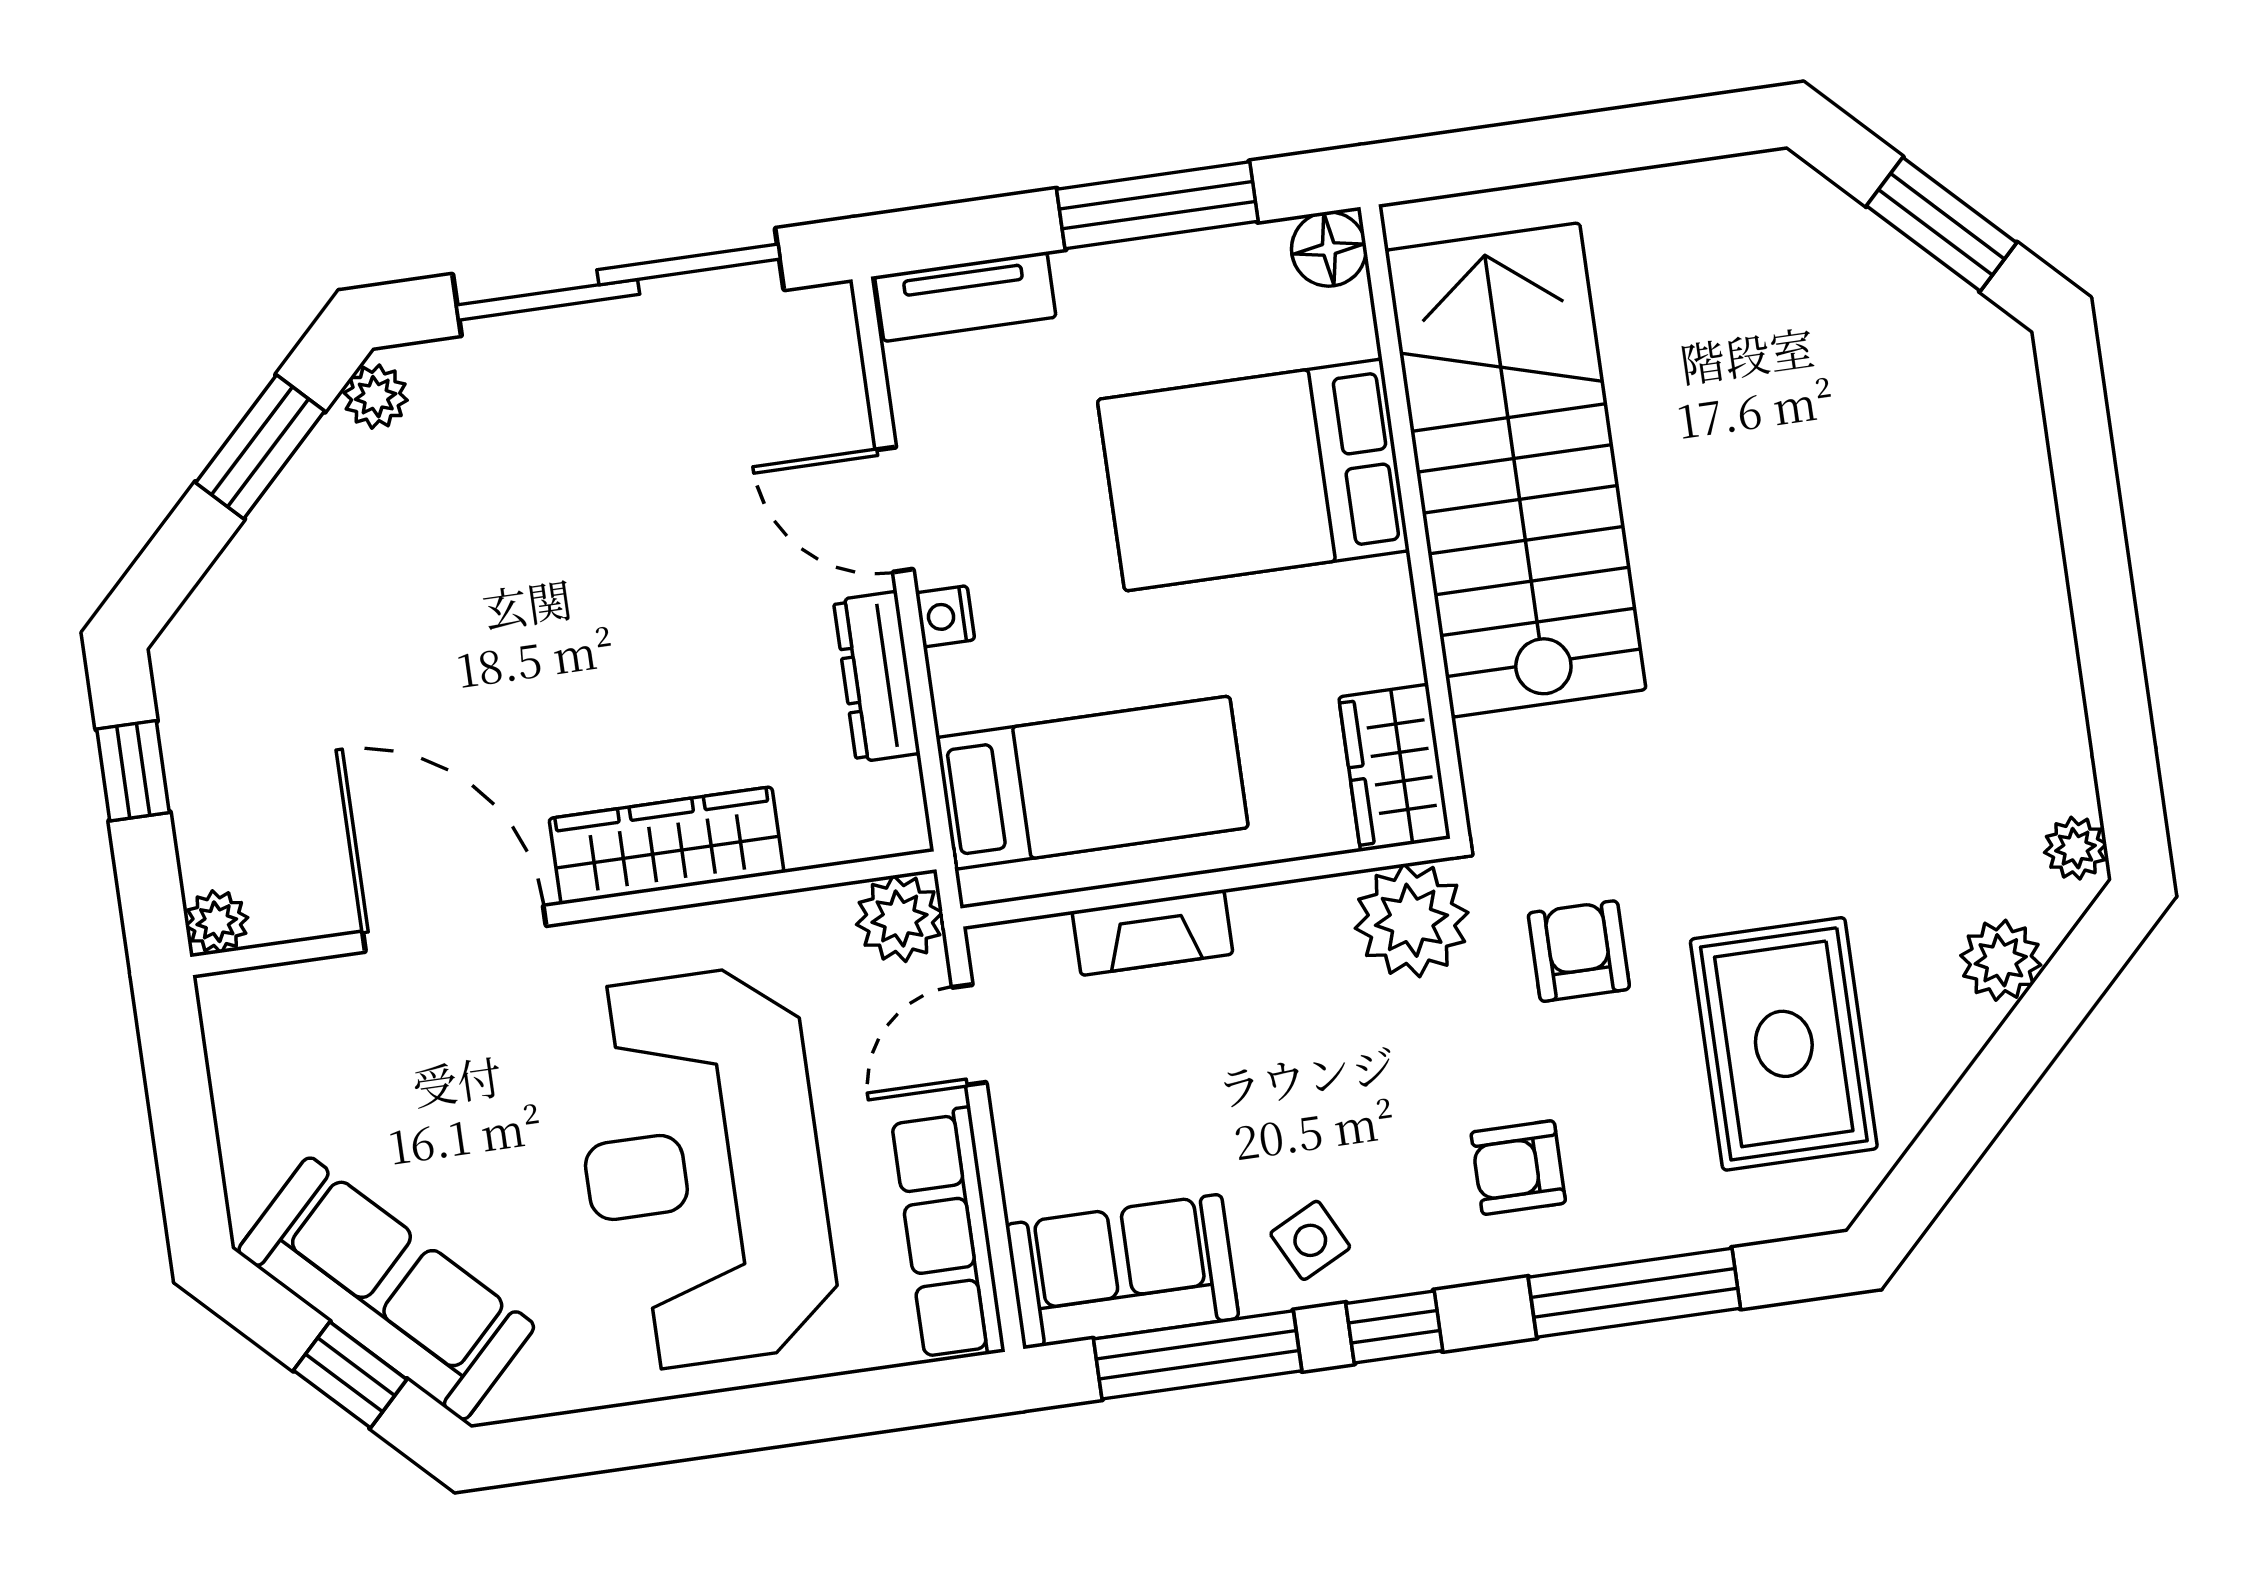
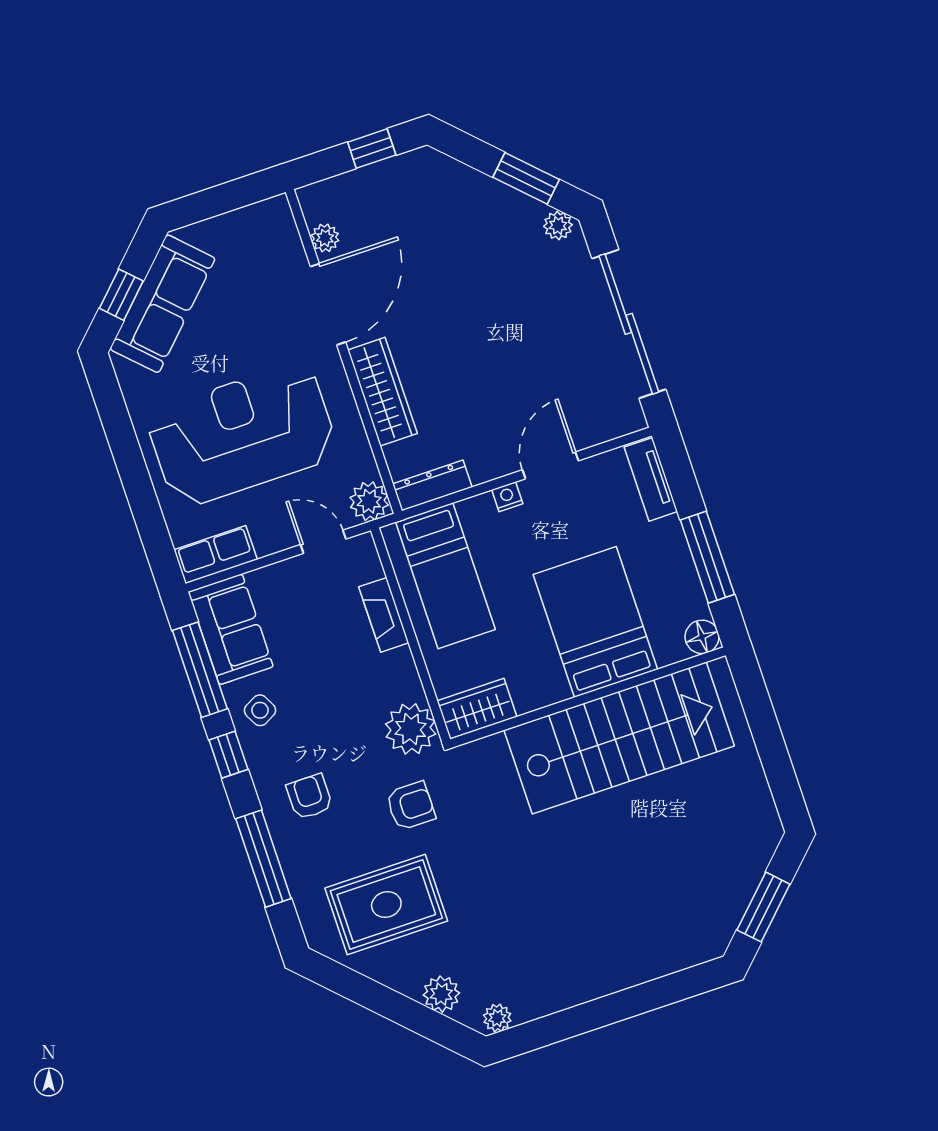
dresser: (877, 677) -> (432, 485), moved
plant: (217, 922) -> (325, 238), moved
row of seats: (948, 1235) -> (216, 555), width x0.68

